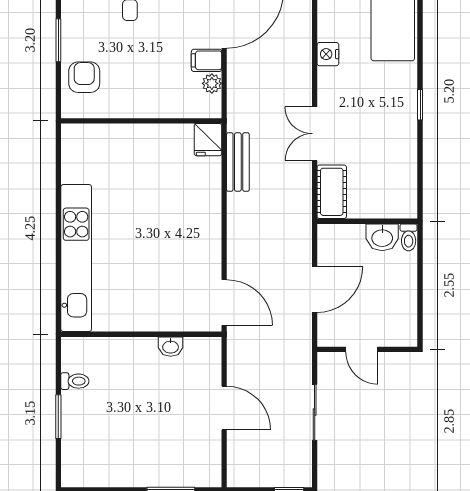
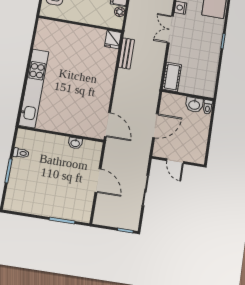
double door: (315, 134) -> (170, 29), moved

